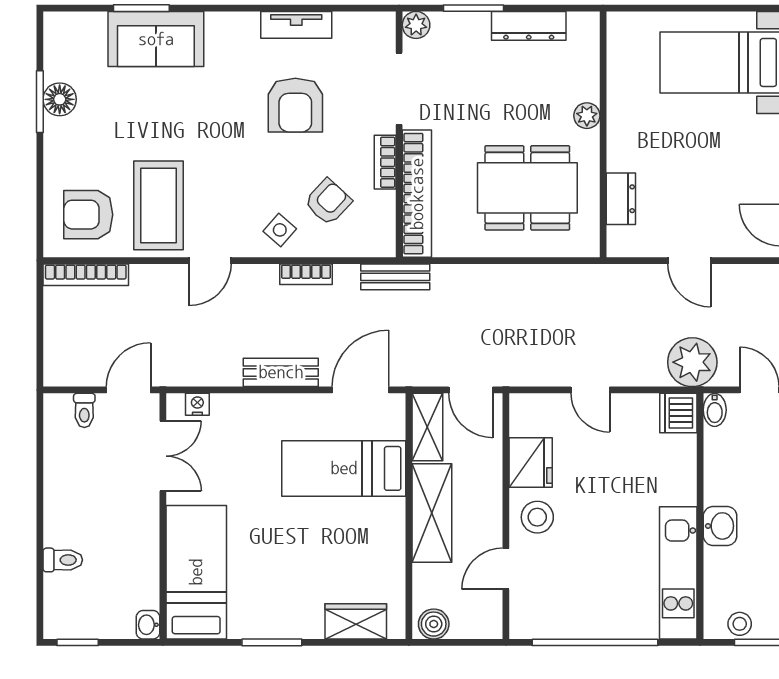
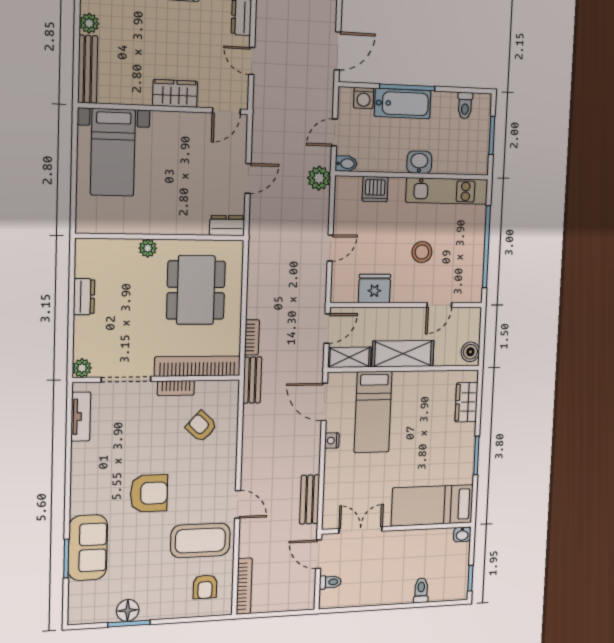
window: (474, 8) -> (71, 328), removed
tv unit: (296, 25) -> (81, 417), moved
dresser: (529, 26) -> (84, 297), width x0.70
armchair: (295, 105) -> (149, 493), moved
dresser: (621, 199) -> (227, 226), moved
armchair: (88, 215) -> (205, 587), width x0.72, depth x0.72
side table: (280, 230) -> (219, 459), removed
bookcase: (306, 274) -> (252, 337), moved
plant: (692, 362) -> (319, 178), width x0.73, depth x0.73
bench: (281, 372) -> (310, 499), moved
nightstand: (197, 404) -> (332, 441), moved
dishwasher: (678, 413) -> (375, 189), moved
stool: (537, 517) -> (422, 252), moved
door: (506, 569) -> (439, 305), hinge flipped
stool: (740, 624) -> (480, 151), removed

